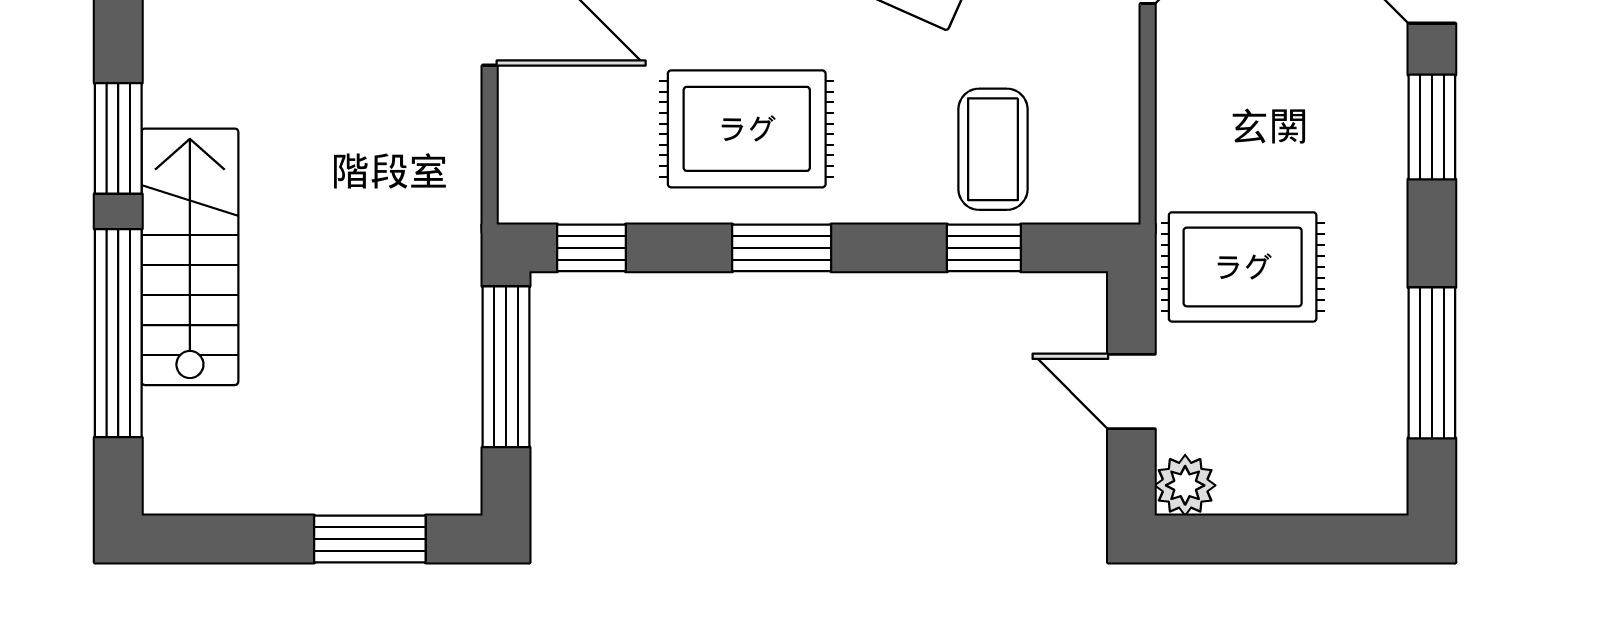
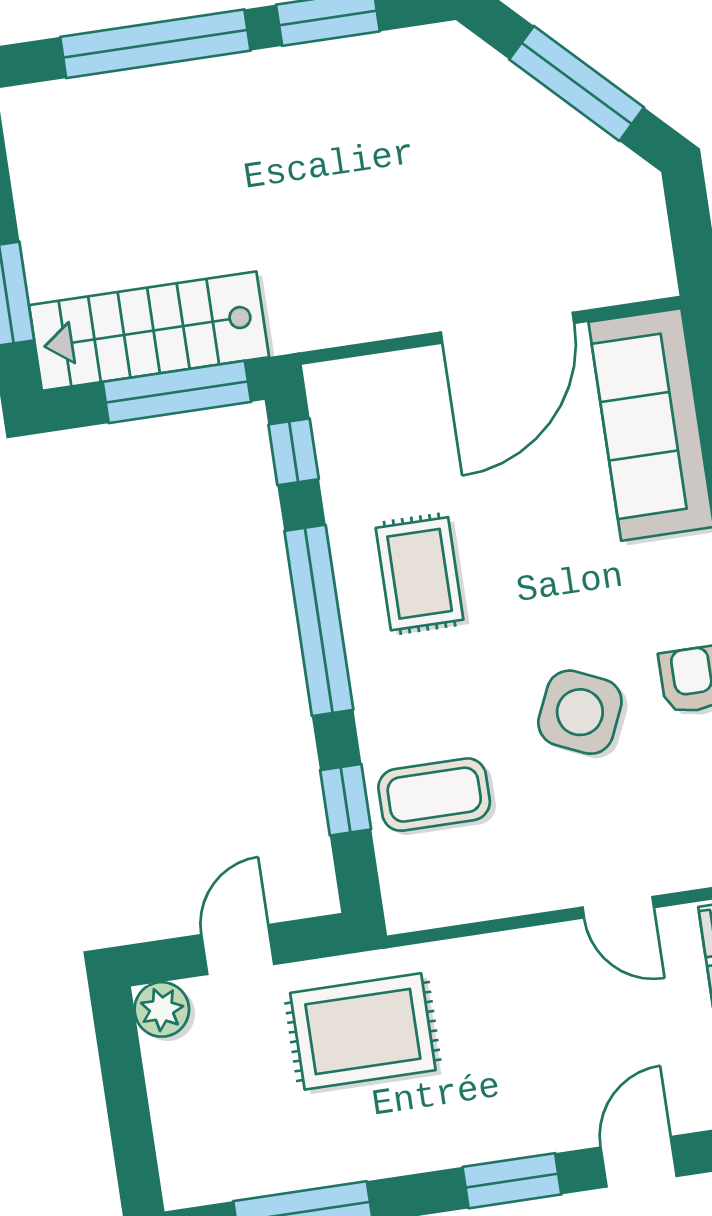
rug: (747, 129) -> (420, 574), width x0.73, depth x0.70
window: (782, 248) -> (319, 620), width x2.11
stairs: (190, 257) -> (149, 331), moved, turned 180
rug: (1243, 267) -> (363, 1031), turned 90

